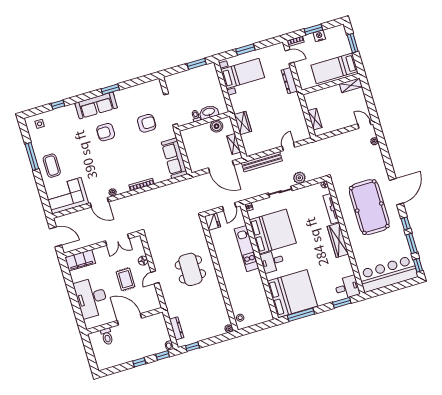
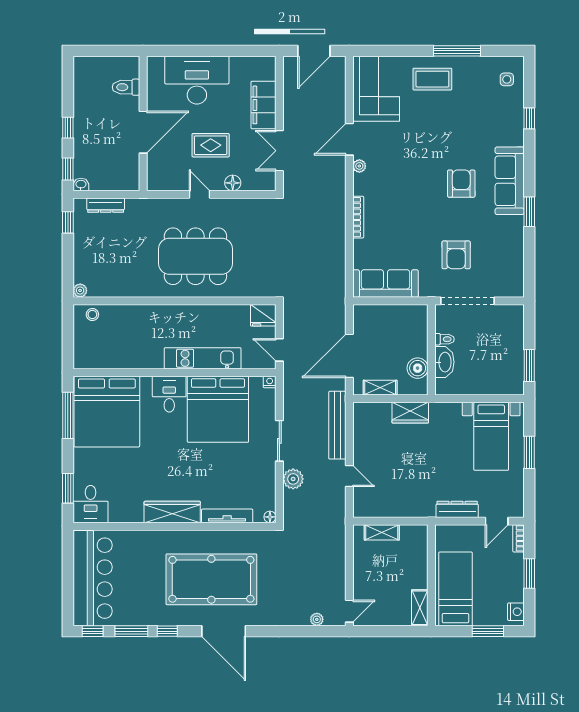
nightstand: (319, 36) -> (516, 612), moved
filing cabinet: (80, 260) -> (263, 105), moved
dining table: (190, 269) -> (195, 256), width x1.36, depth x1.24

